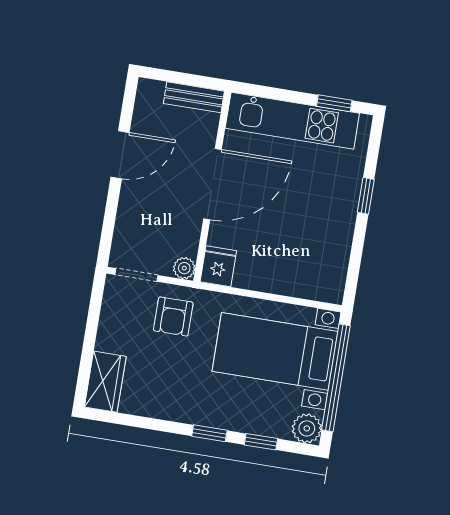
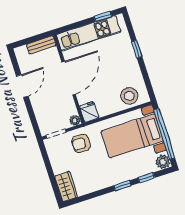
stool: (308, 275) -> (129, 96), added
armchair: (173, 316) -> (81, 143), turned 90

